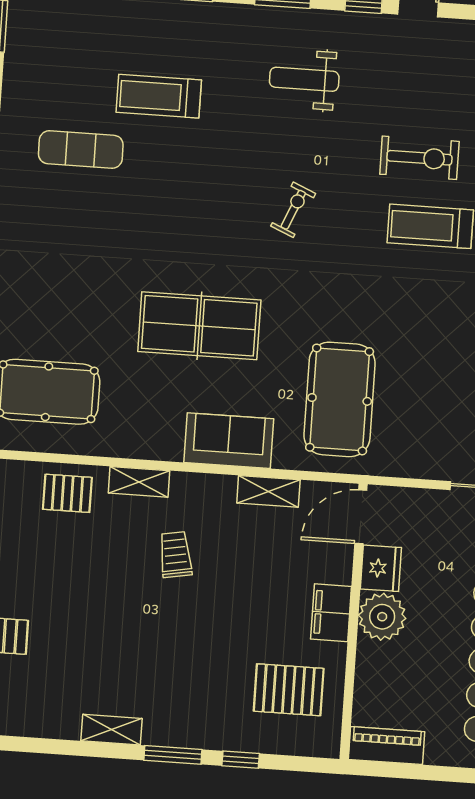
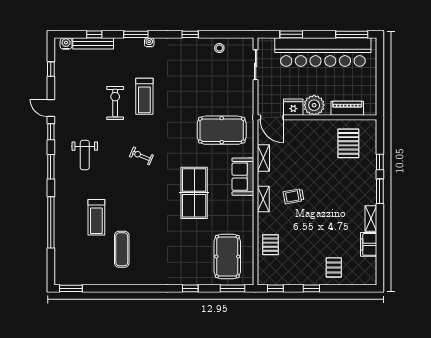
shelving: (139, 482) -> (263, 199), moved
filing cabinet: (331, 613) -> (369, 244), moved, turned 90
piano: (387, 746) -> (347, 108), moved, turned 90

